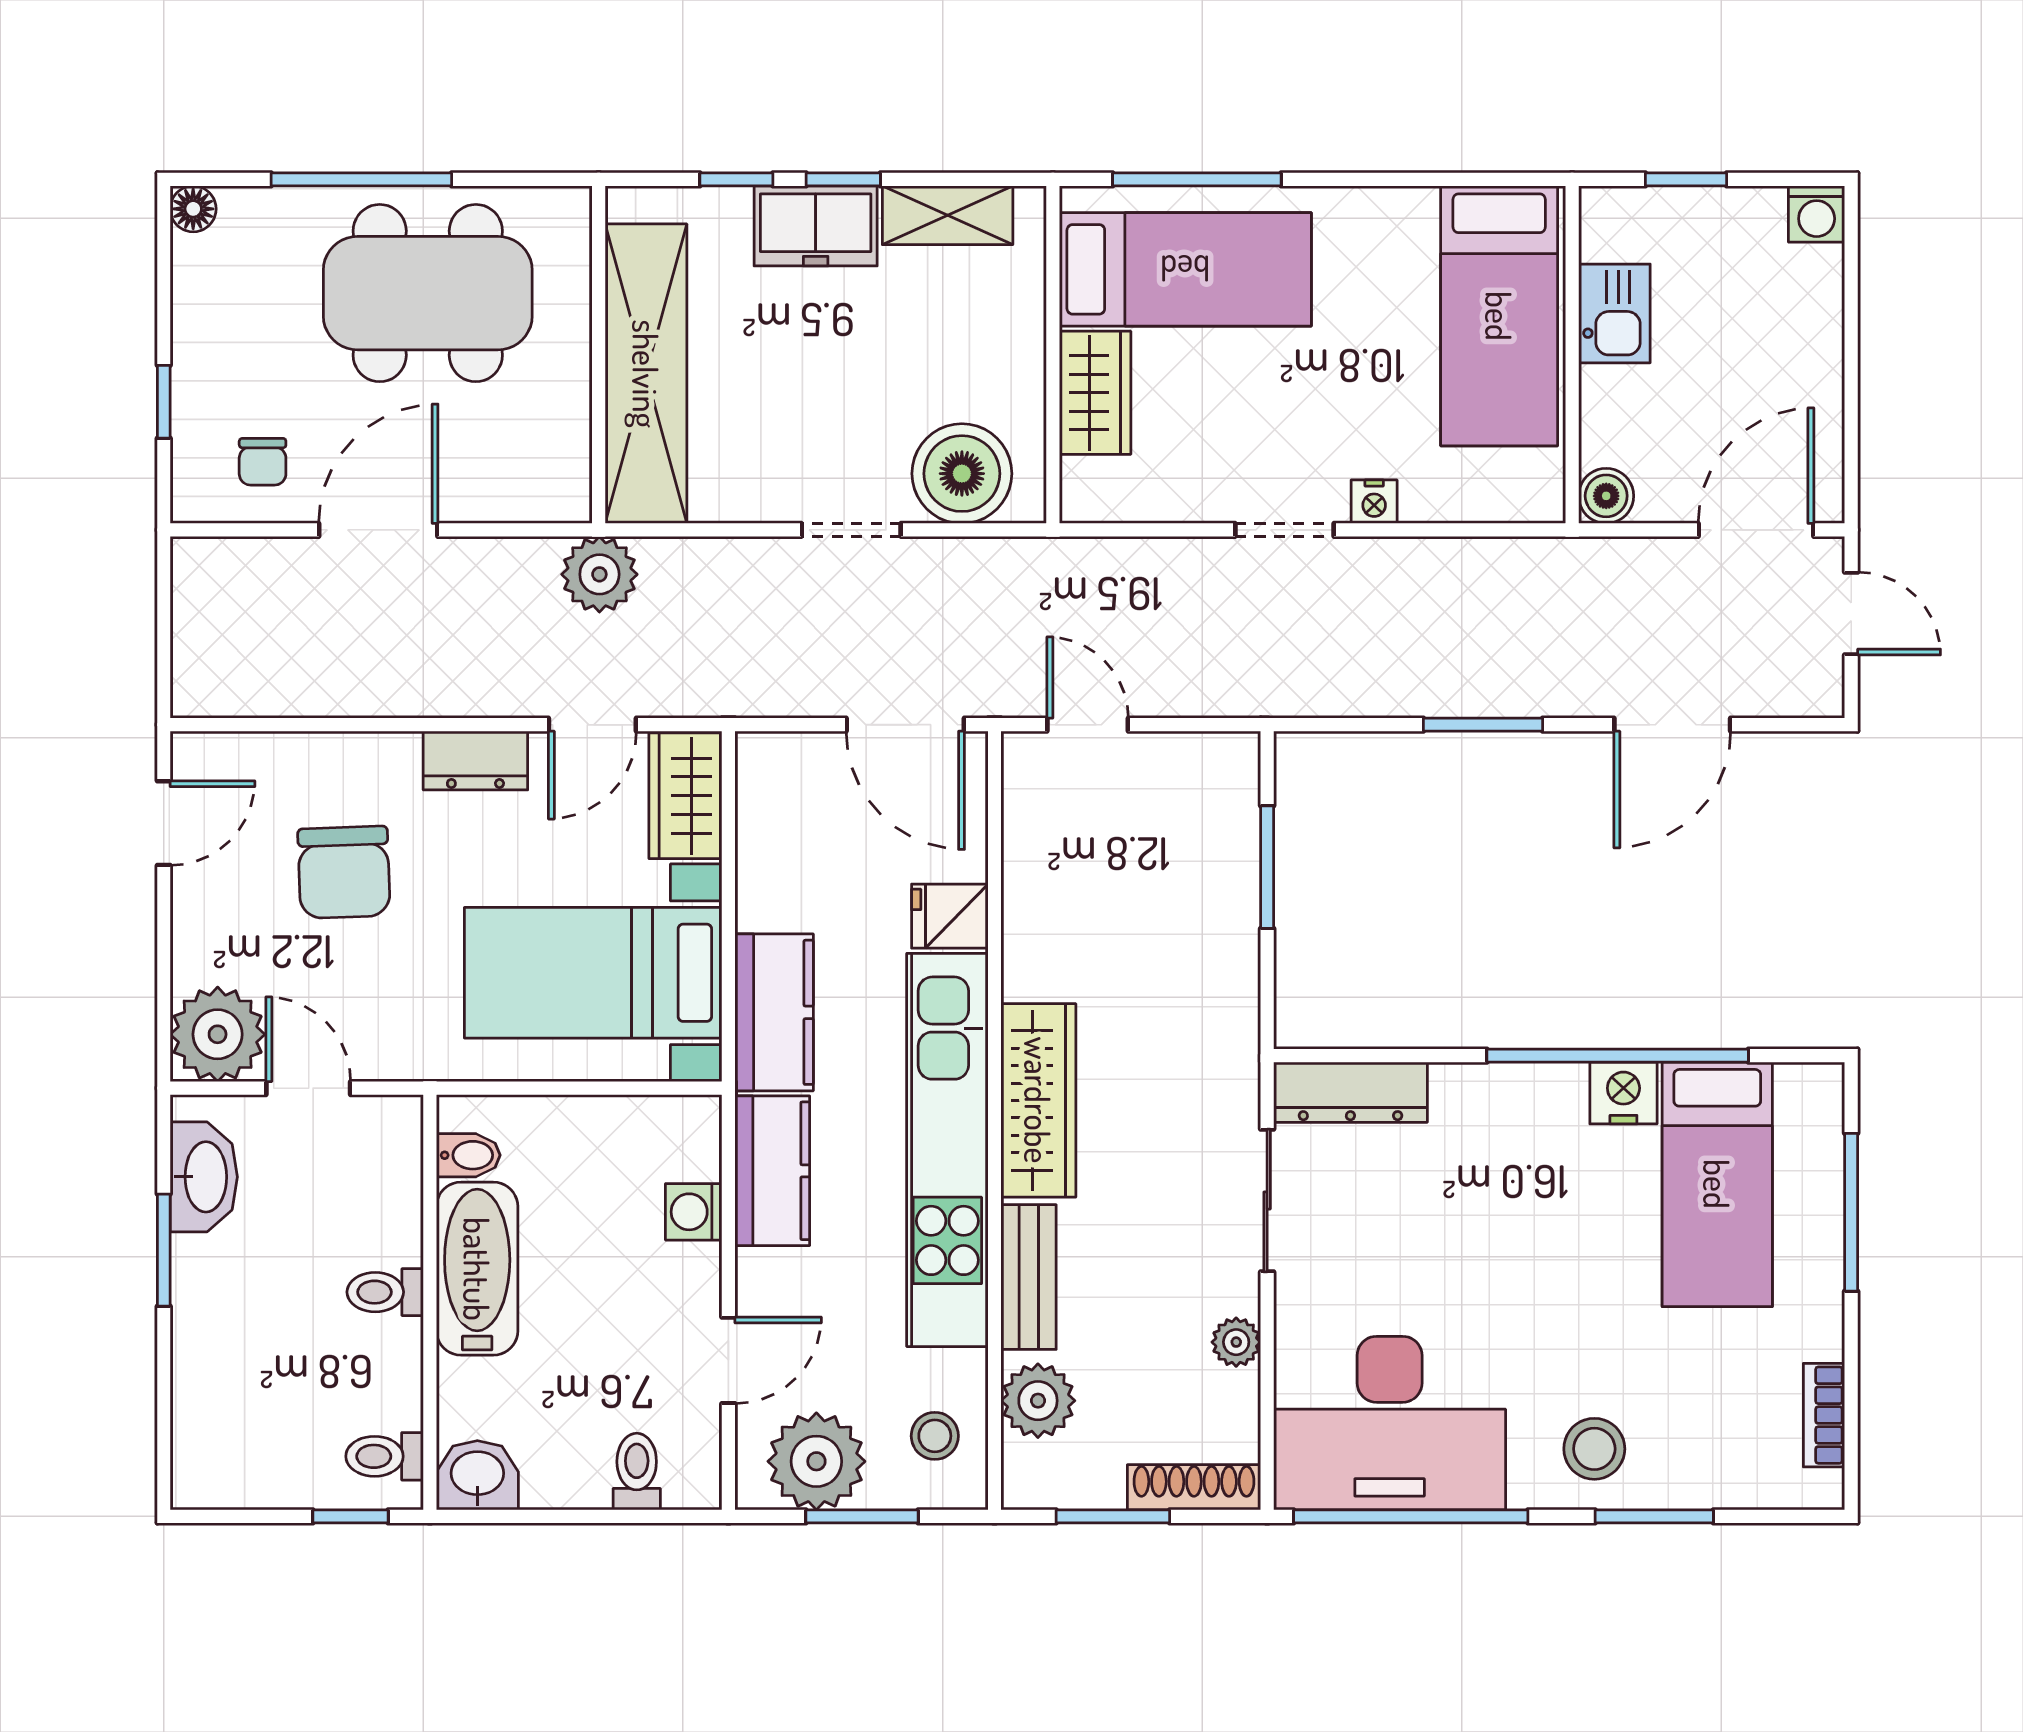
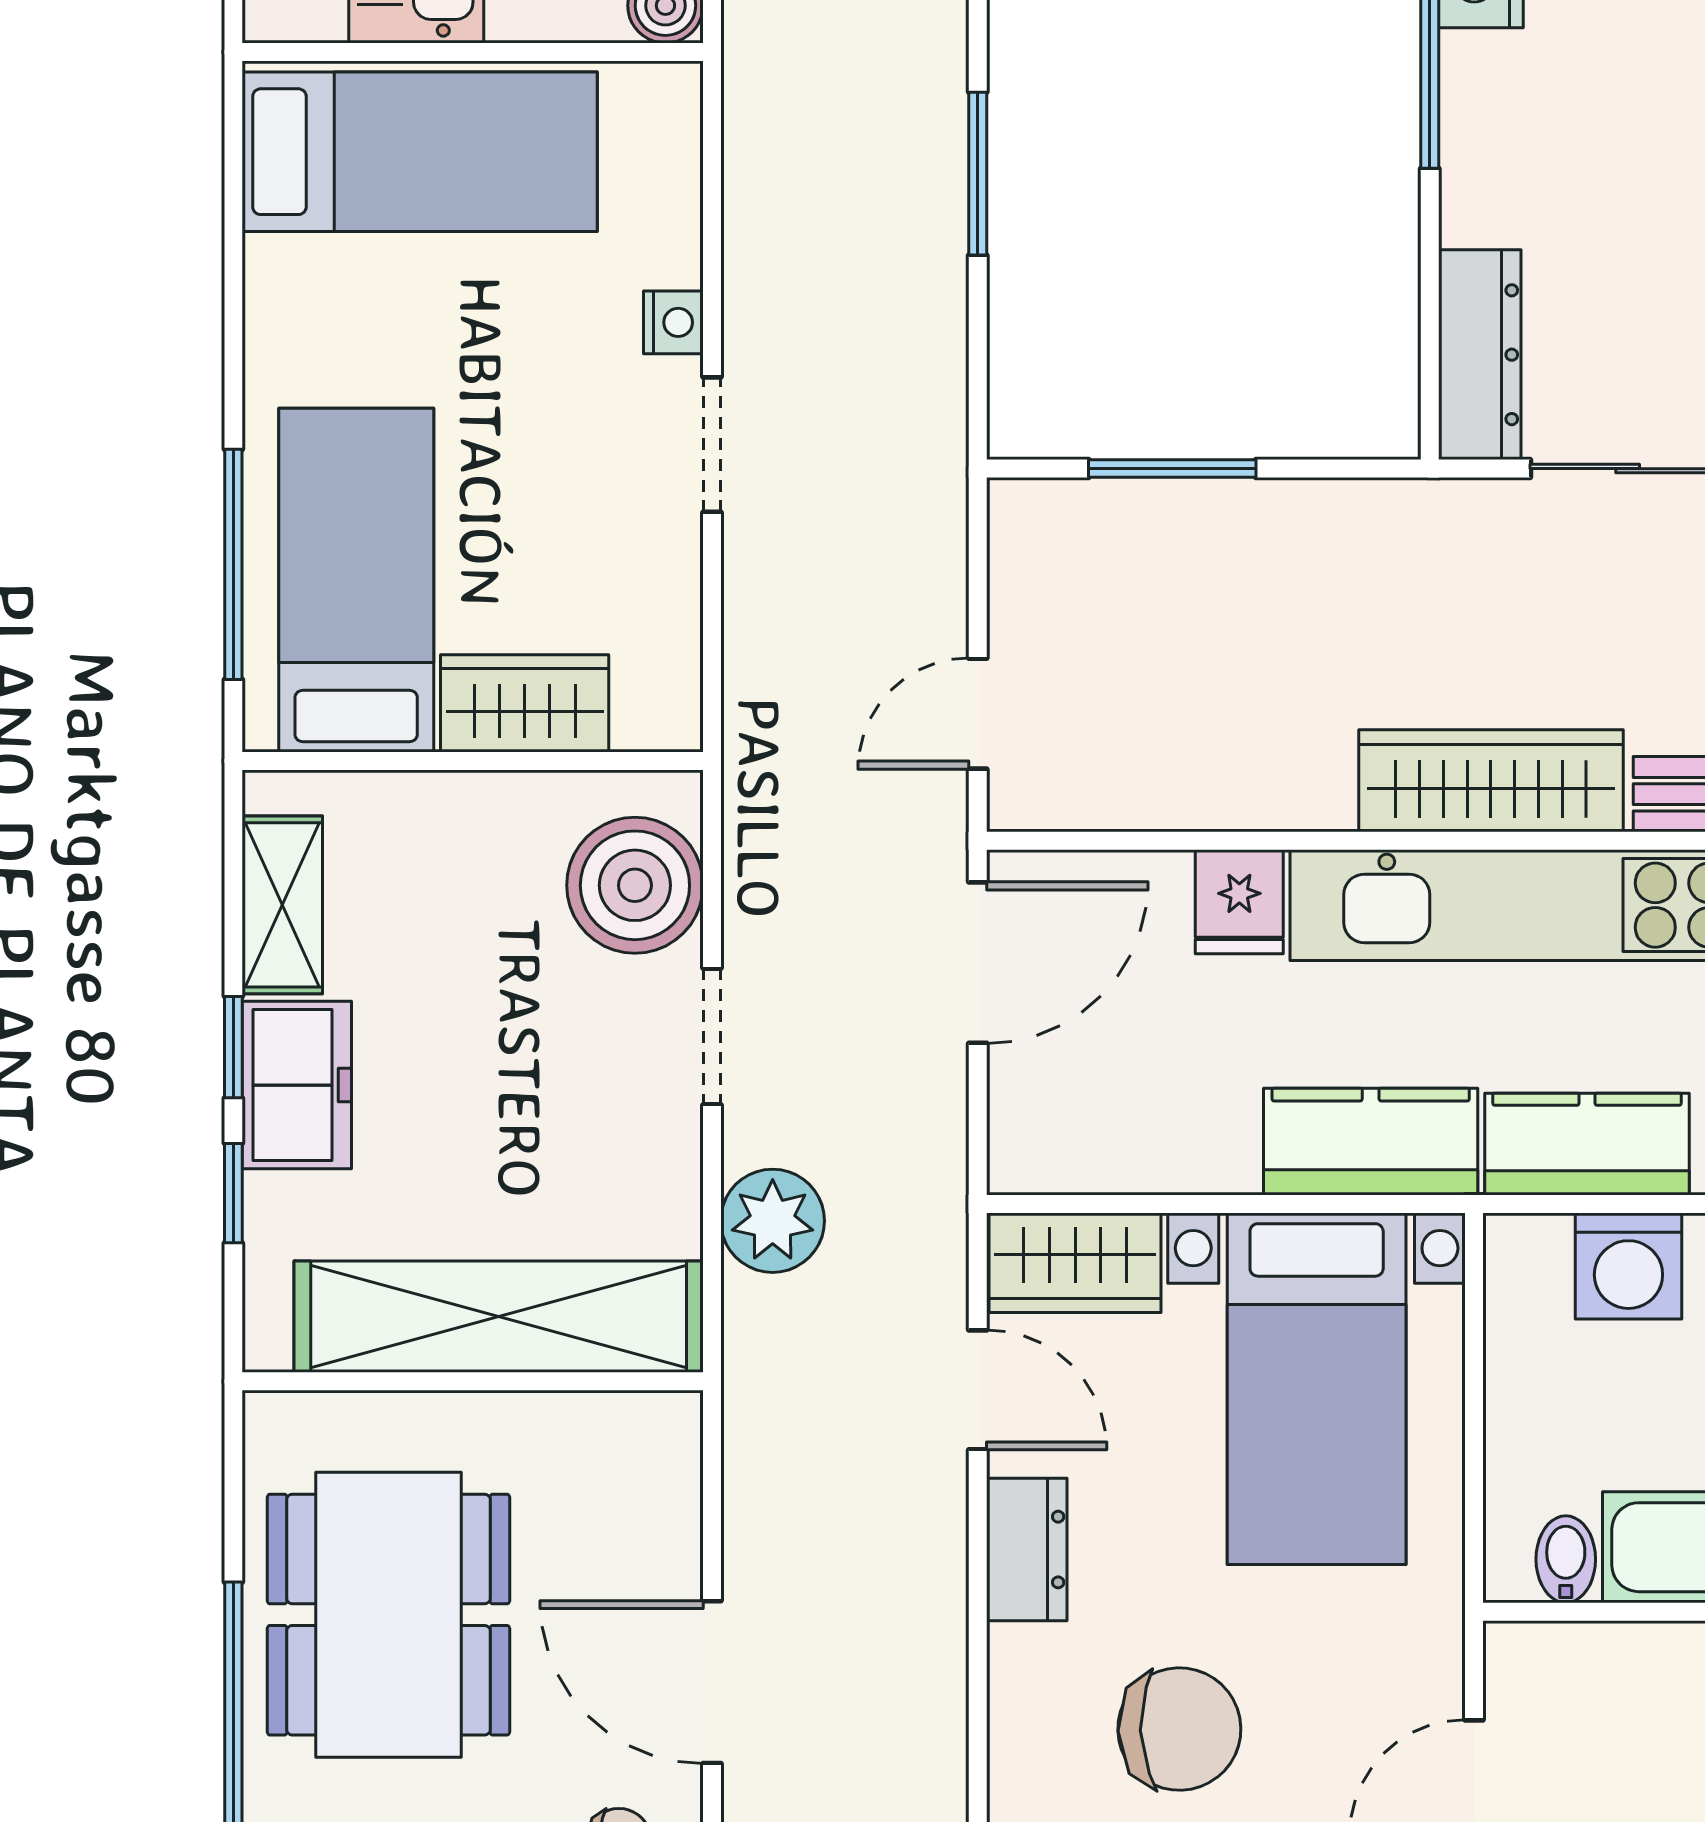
plant: (599, 574) -> (773, 1221), moved
washing machine: (694, 1212) -> (1628, 1266), width x1.38, depth x1.38

